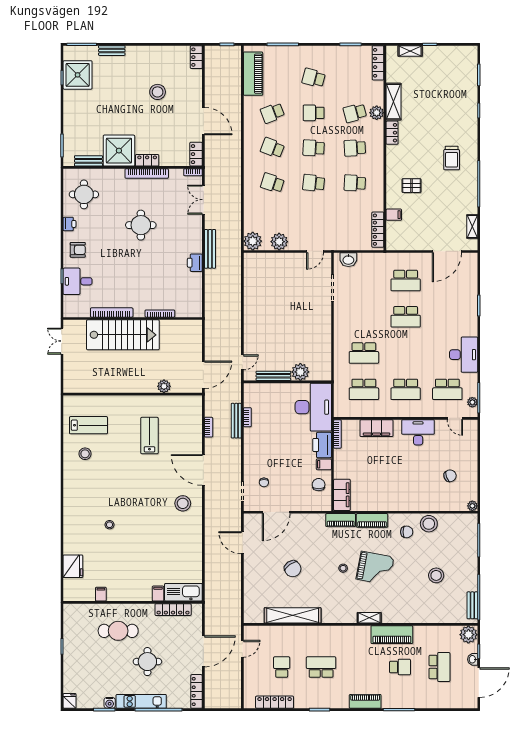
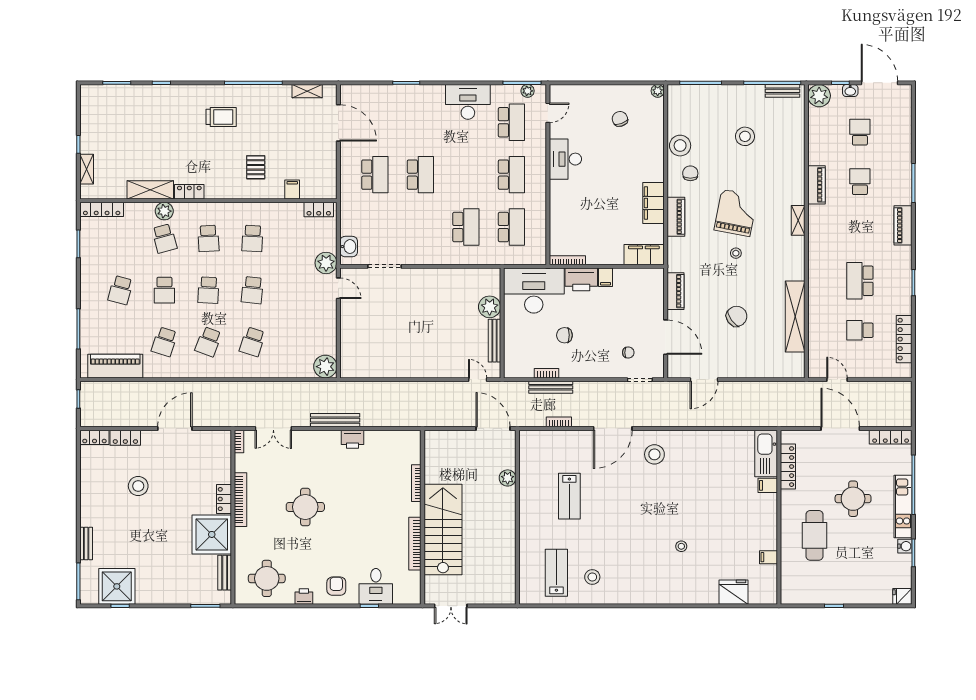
school desk: (272, 113) -> (164, 342), turned 39
locker: (196, 154) -> (125, 438), moved
locker: (378, 230) -> (319, 210), width x0.66
plant: (279, 242) -> (326, 263), moved
filing cabinet: (376, 428) -> (653, 203), moved, turned 180
lab bench: (149, 436) -> (569, 496), turned -90
chair: (319, 485) -> (564, 335), moved
piano: (341, 520) -> (676, 291), moved
piano: (392, 635) -> (816, 185), width x0.73, depth x0.75
school desk: (439, 667) -> (860, 132), width x0.54

